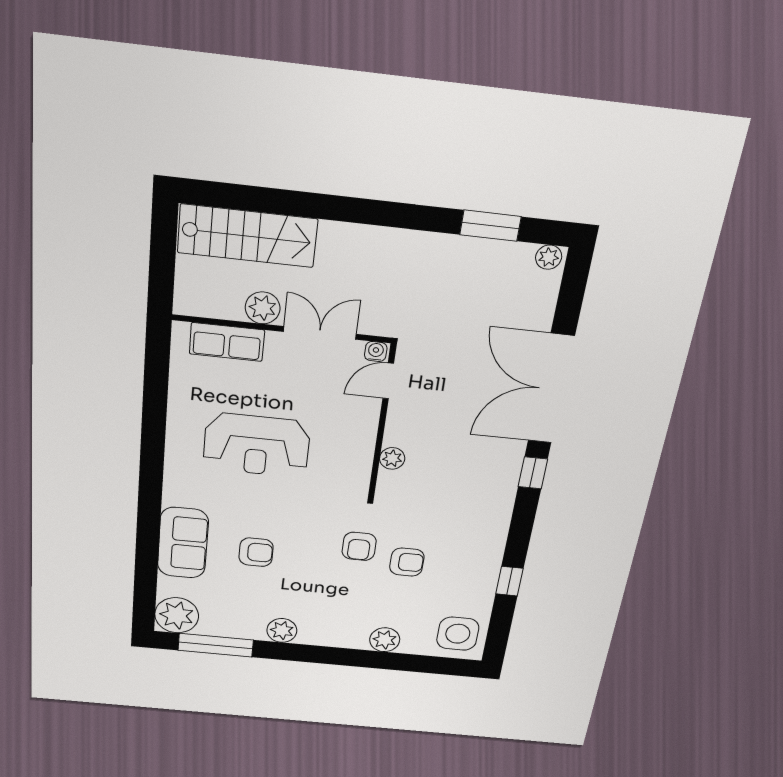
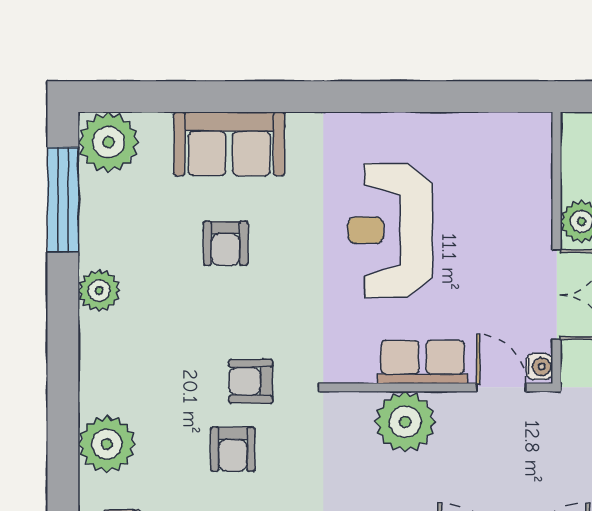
row of seats: (227, 342) -> (423, 362), moved, turned 90
plant: (392, 458) -> (405, 422), width x1.88, depth x1.88
plant: (385, 640) -> (107, 444), width x1.36, depth x1.36

